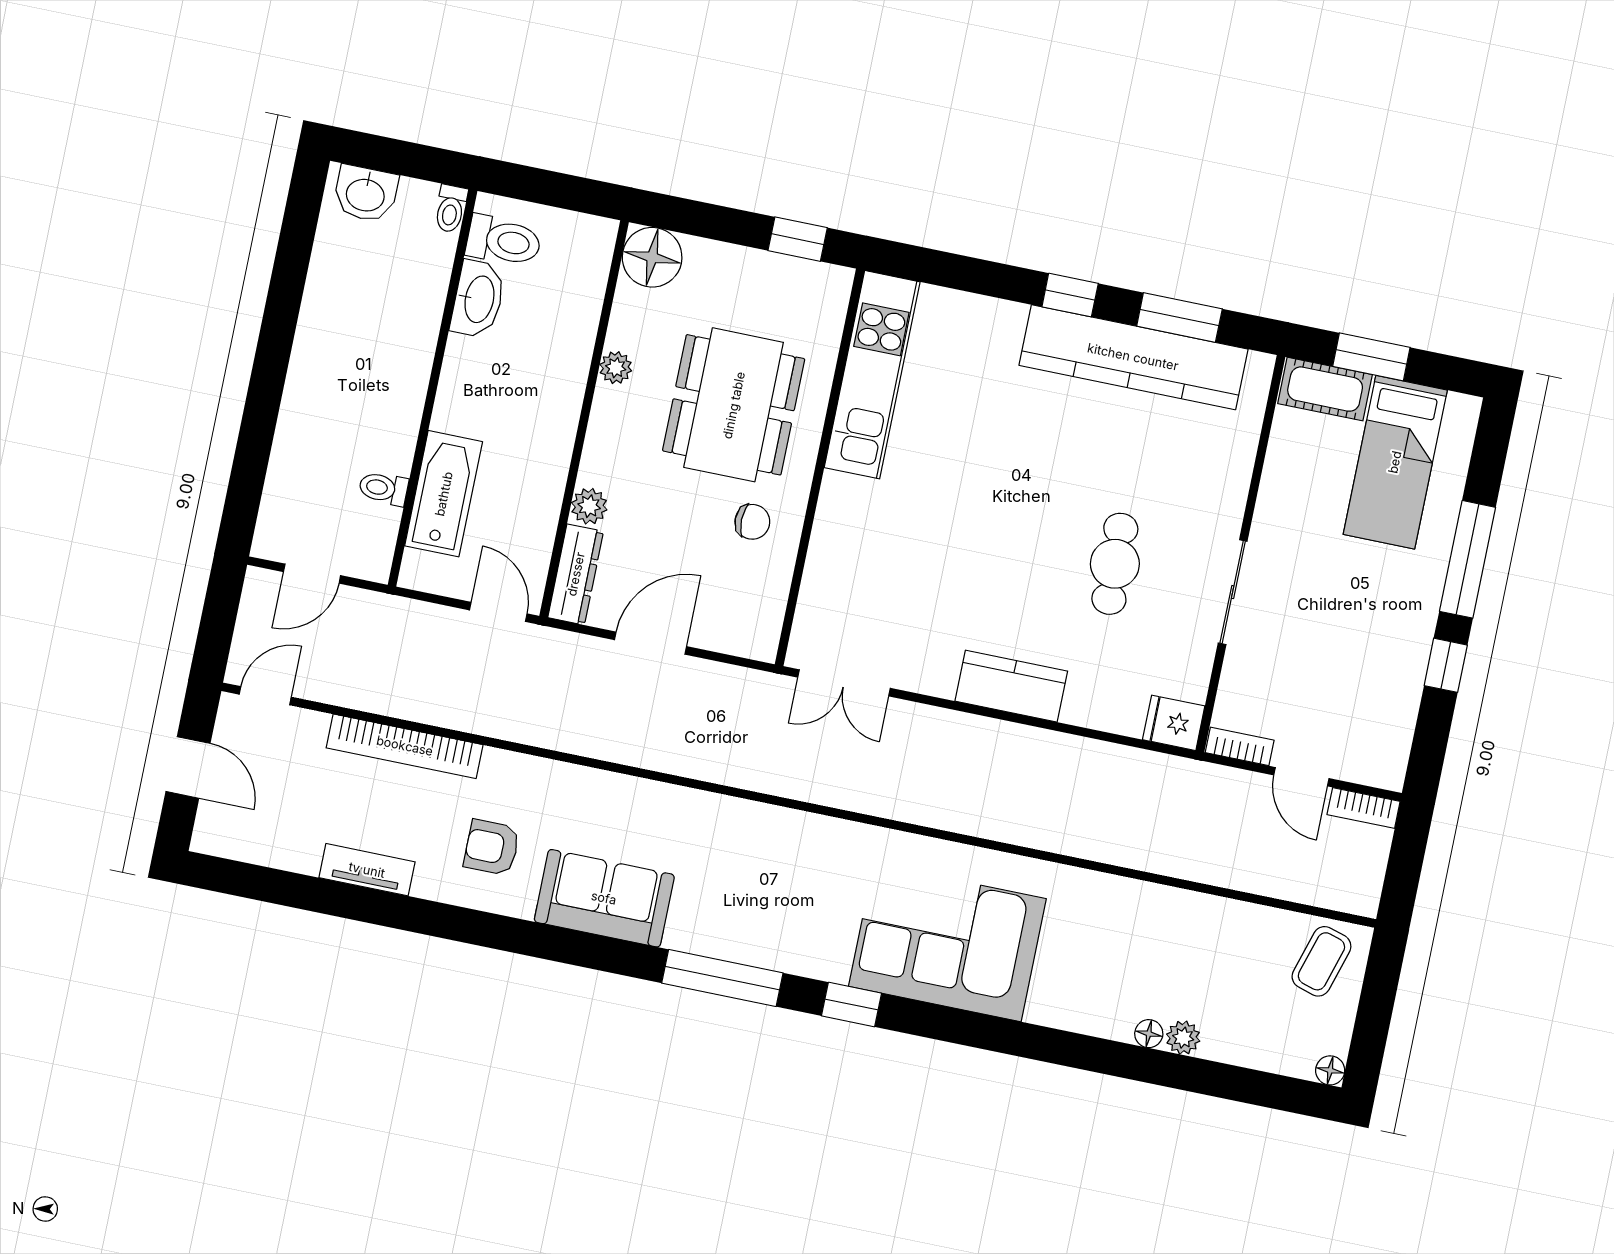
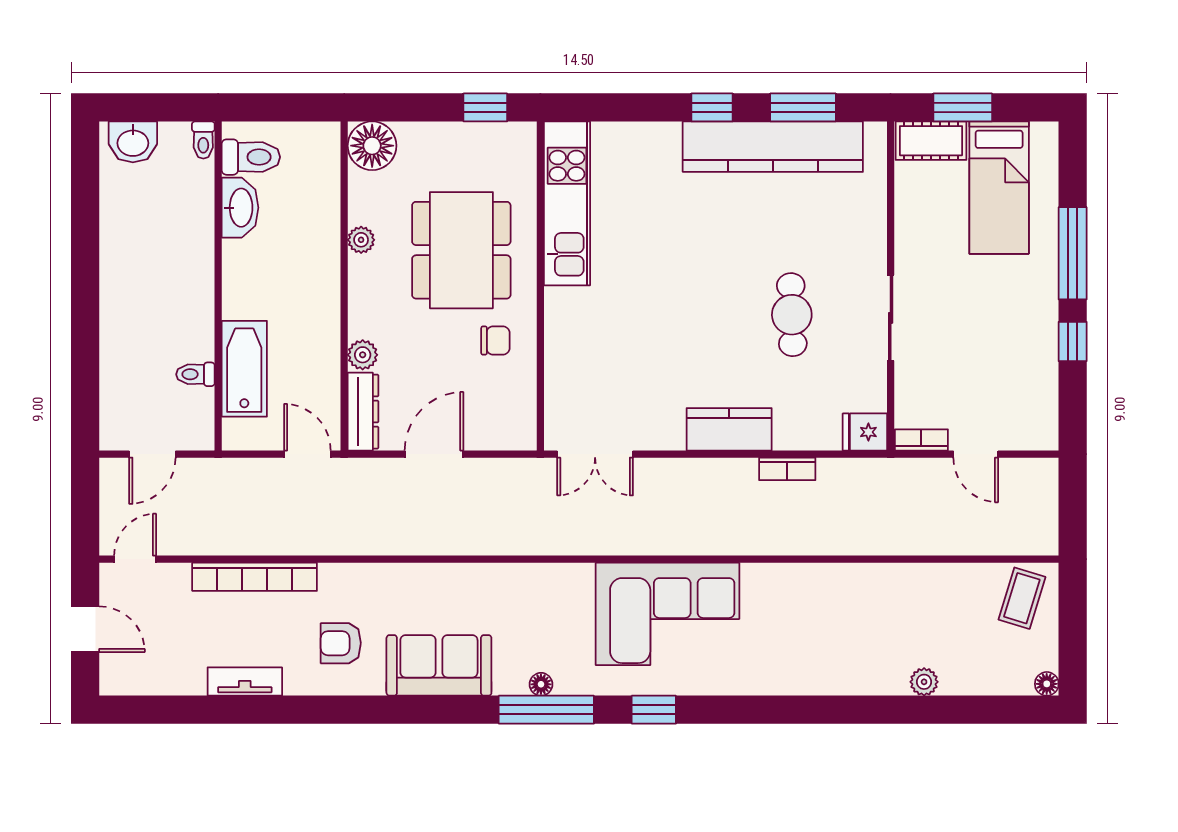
bookcase: (1364, 808) -> (787, 469), moved
corner sofa: (947, 942) -> (668, 614), moved, turned 180
floor lamp: (1149, 1034) -> (541, 684), moved

